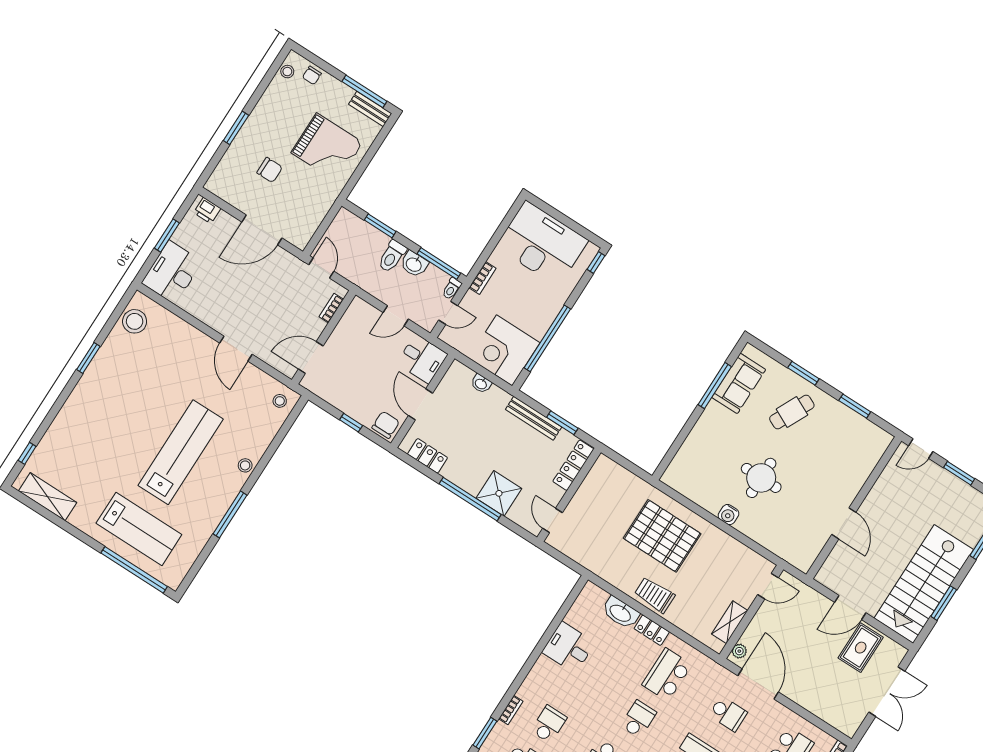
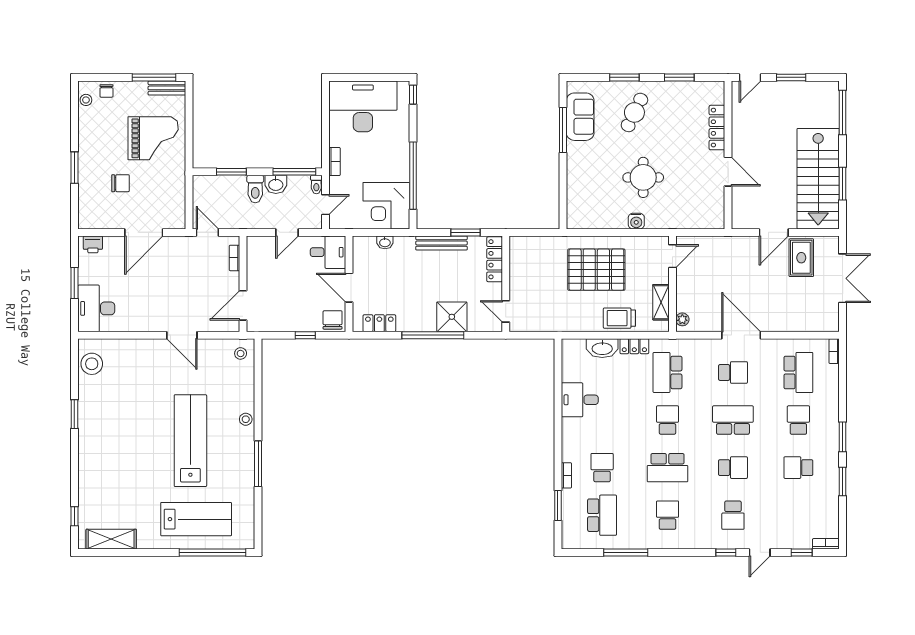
locker: (860, 476) -> (717, 128), added
door: (768, 586) -> (672, 256), moved
wall: (751, 612) -> (672, 284), moved
shelving: (730, 622) -> (661, 302), moved
plant: (739, 651) -> (682, 319), moved

